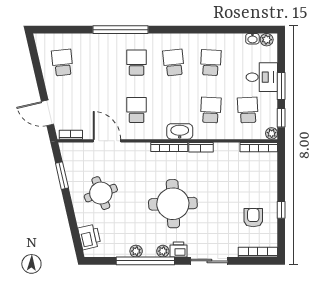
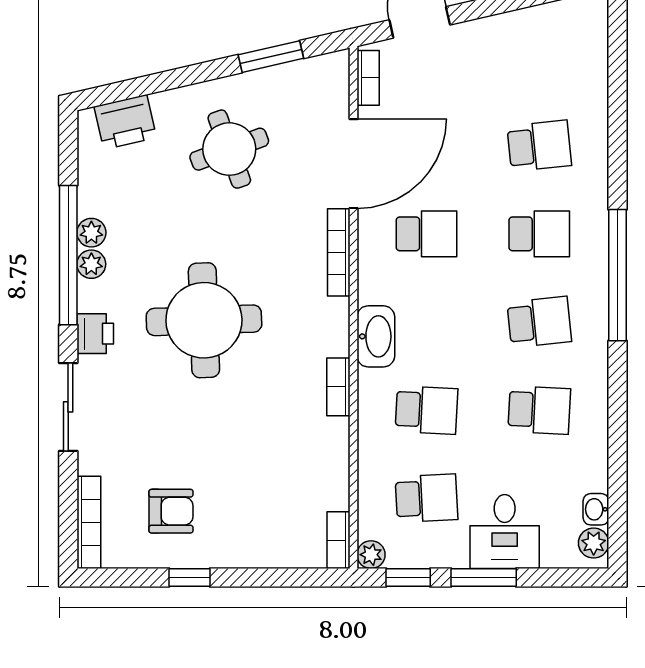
window: (120, 30) -> (618, 275), moved
school desk: (62, 63) -> (539, 146), moved
door: (107, 141) -> (354, 164), width x1.36
bookcase: (169, 147) -> (339, 252), moved
bookcase: (259, 147) -> (339, 540), width x0.64
plant: (163, 251) -> (91, 264), moved

